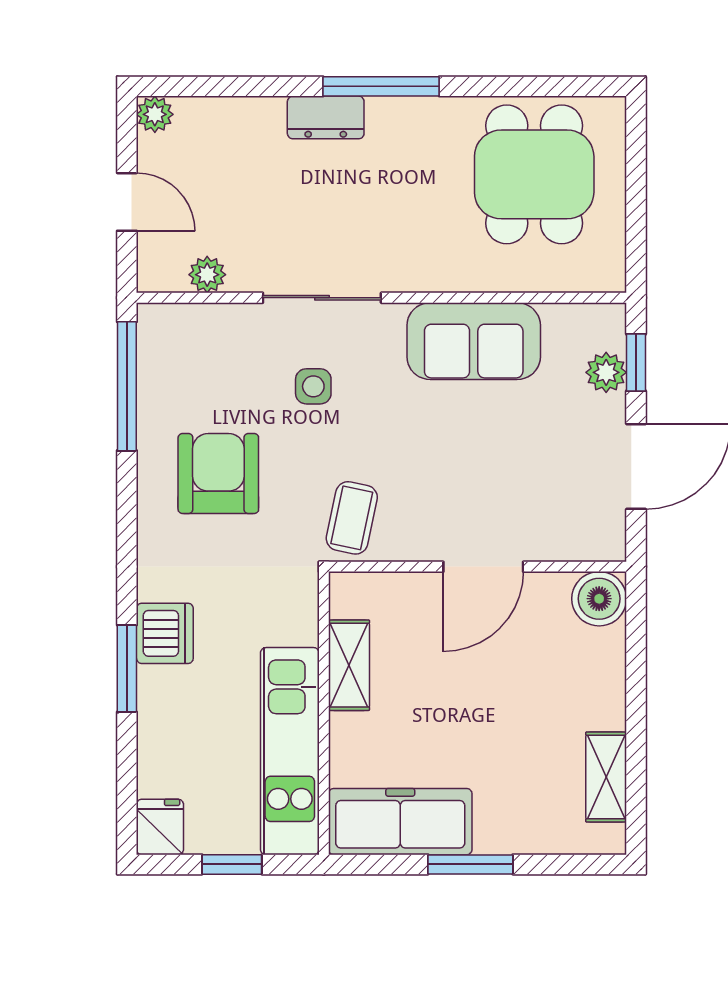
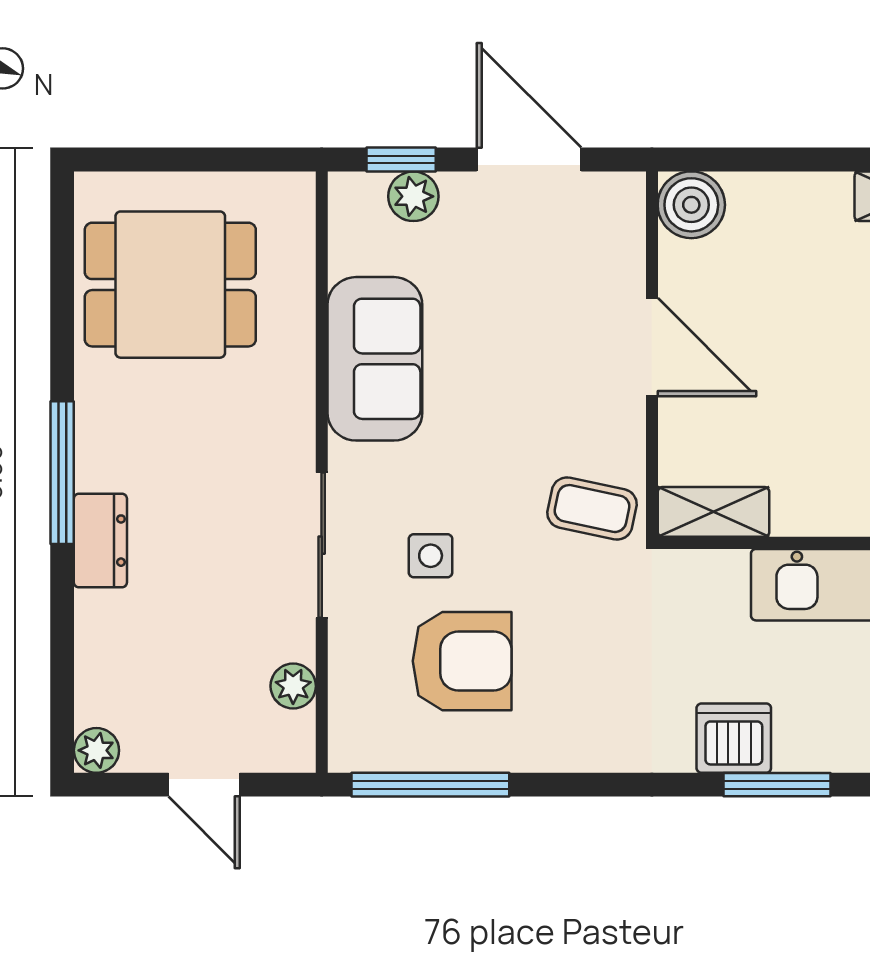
door: (127, 202) -> (204, 785), swing flipped
armchair: (218, 474) -> (462, 661), moved, turned 180
shelving: (349, 665) -> (713, 512), moved

